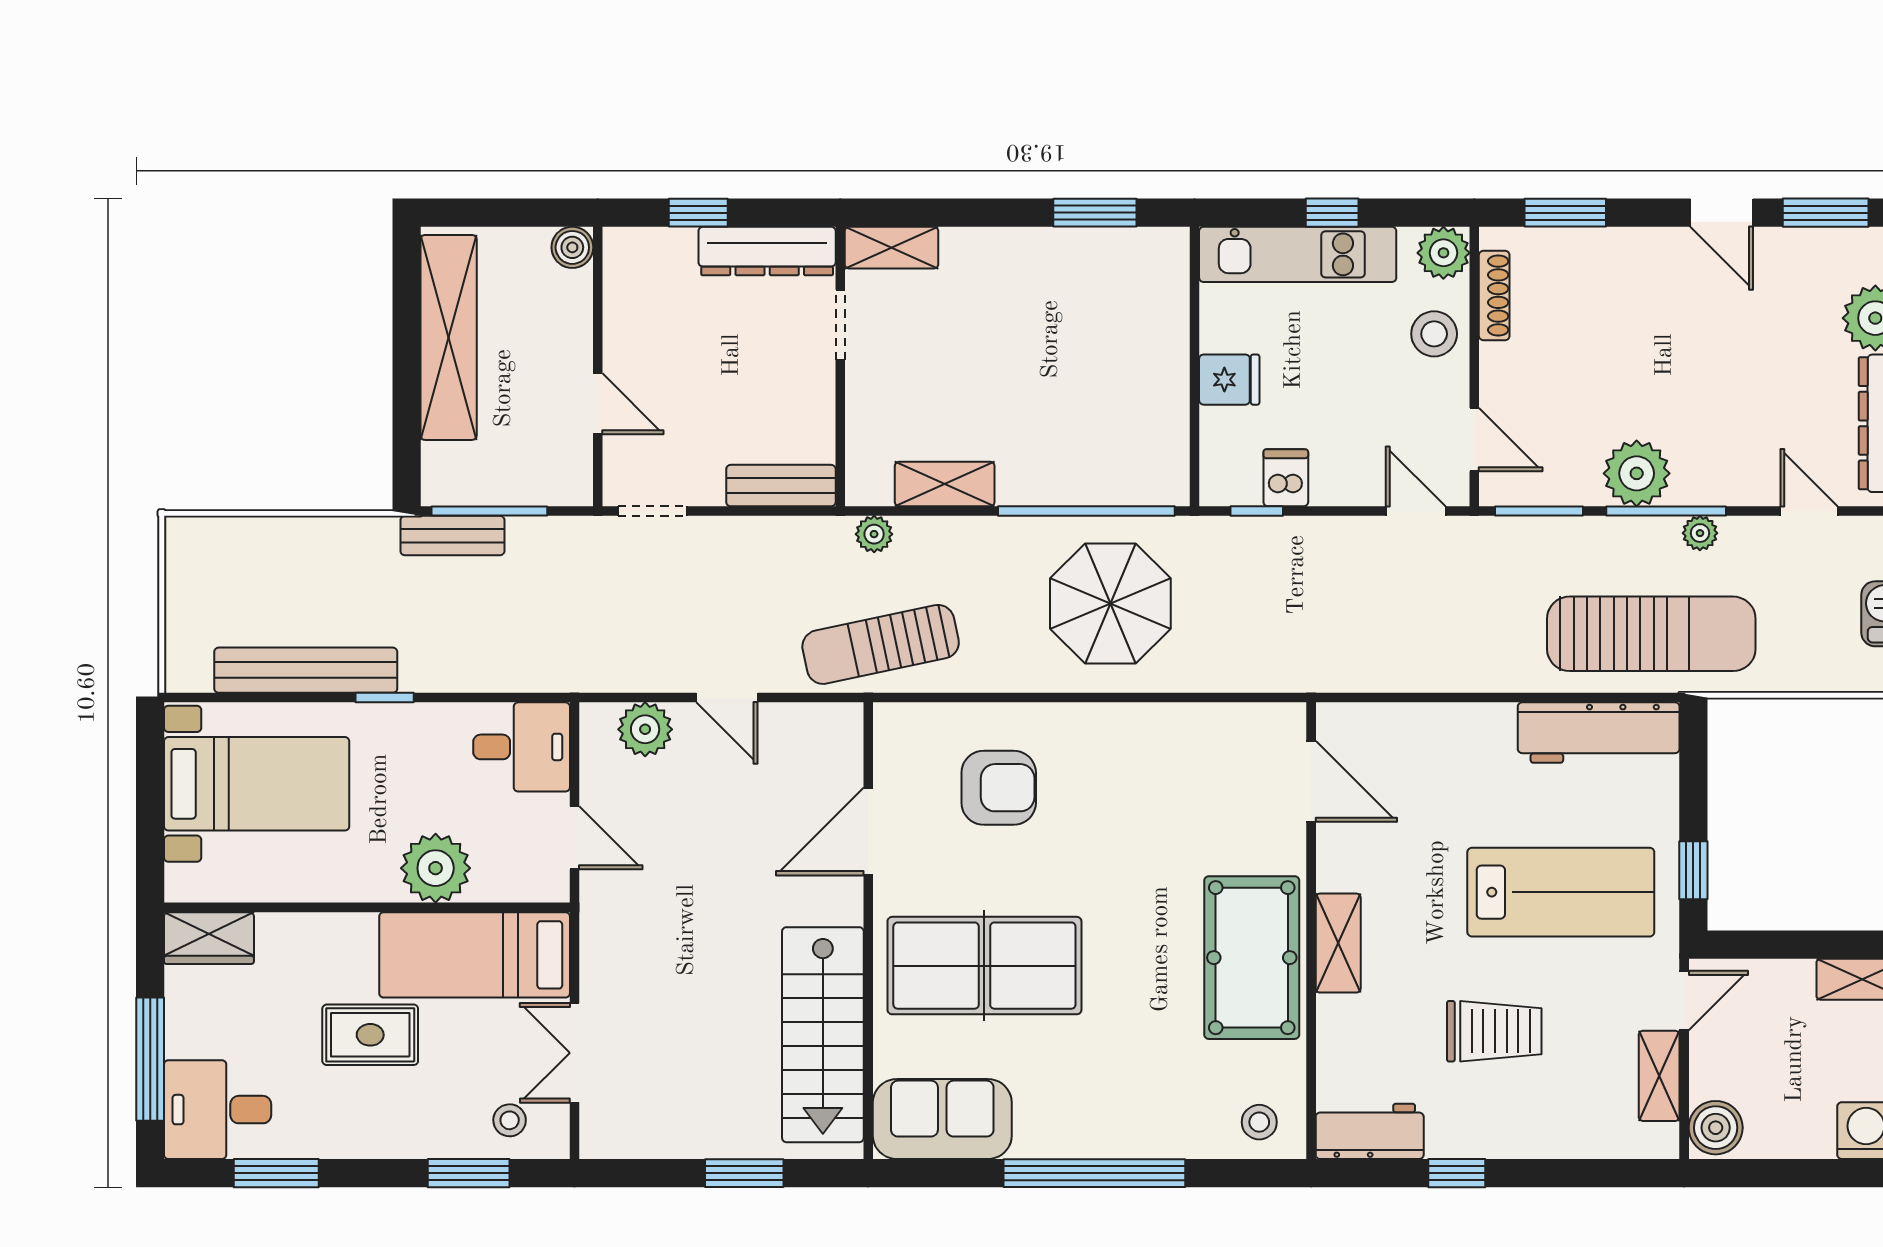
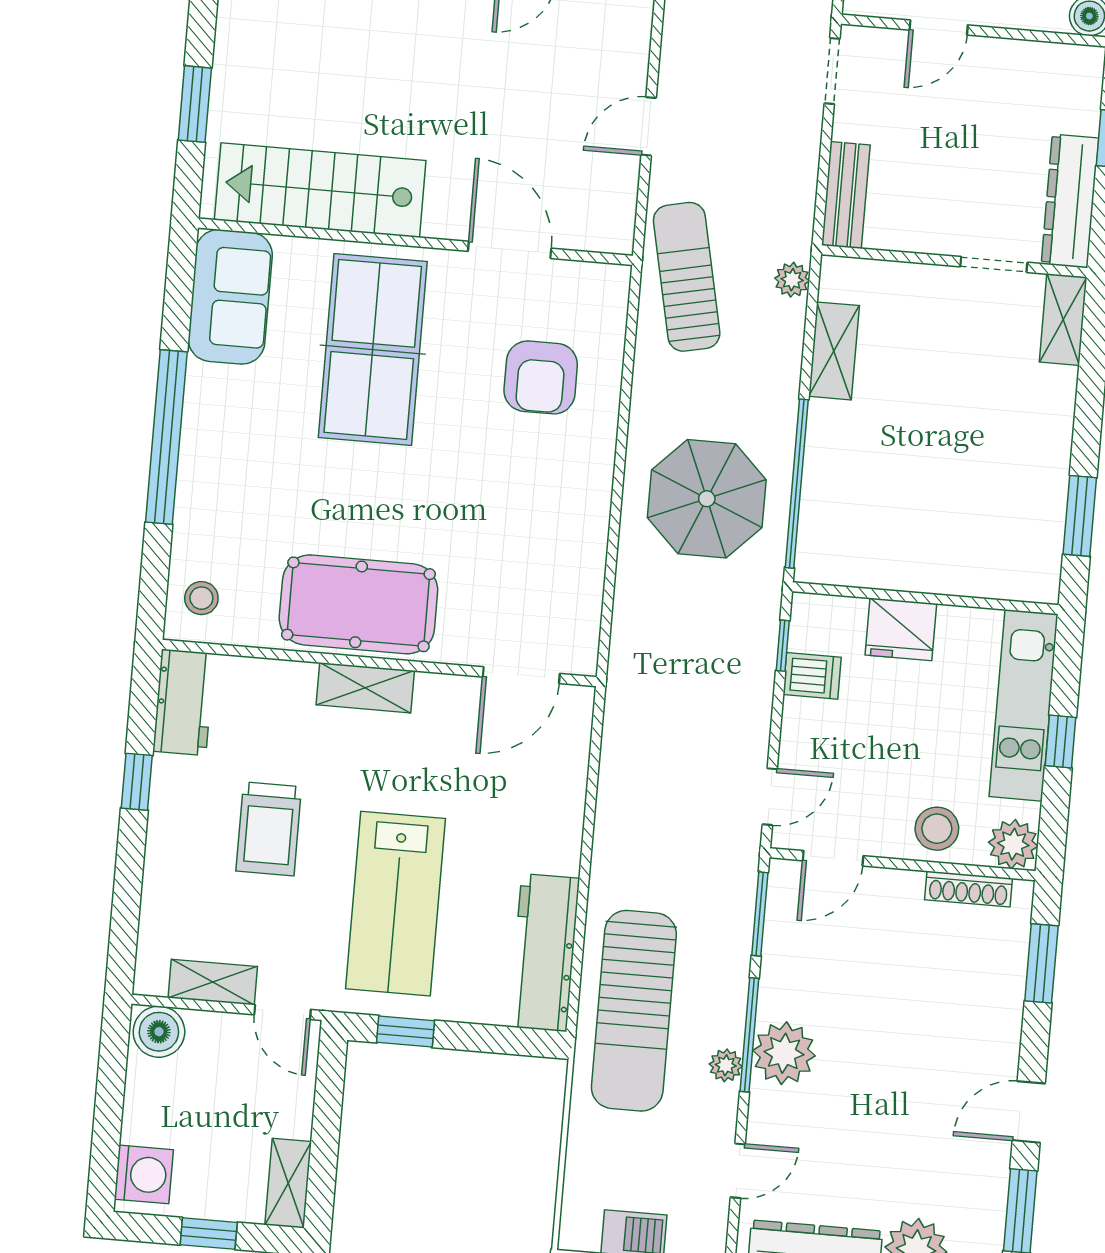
fridge: (1229, 380) -> (901, 629), width x1.38
plant: (1637, 473) -> (784, 1053), moved
plant: (645, 729) -> (625, 46), removed

